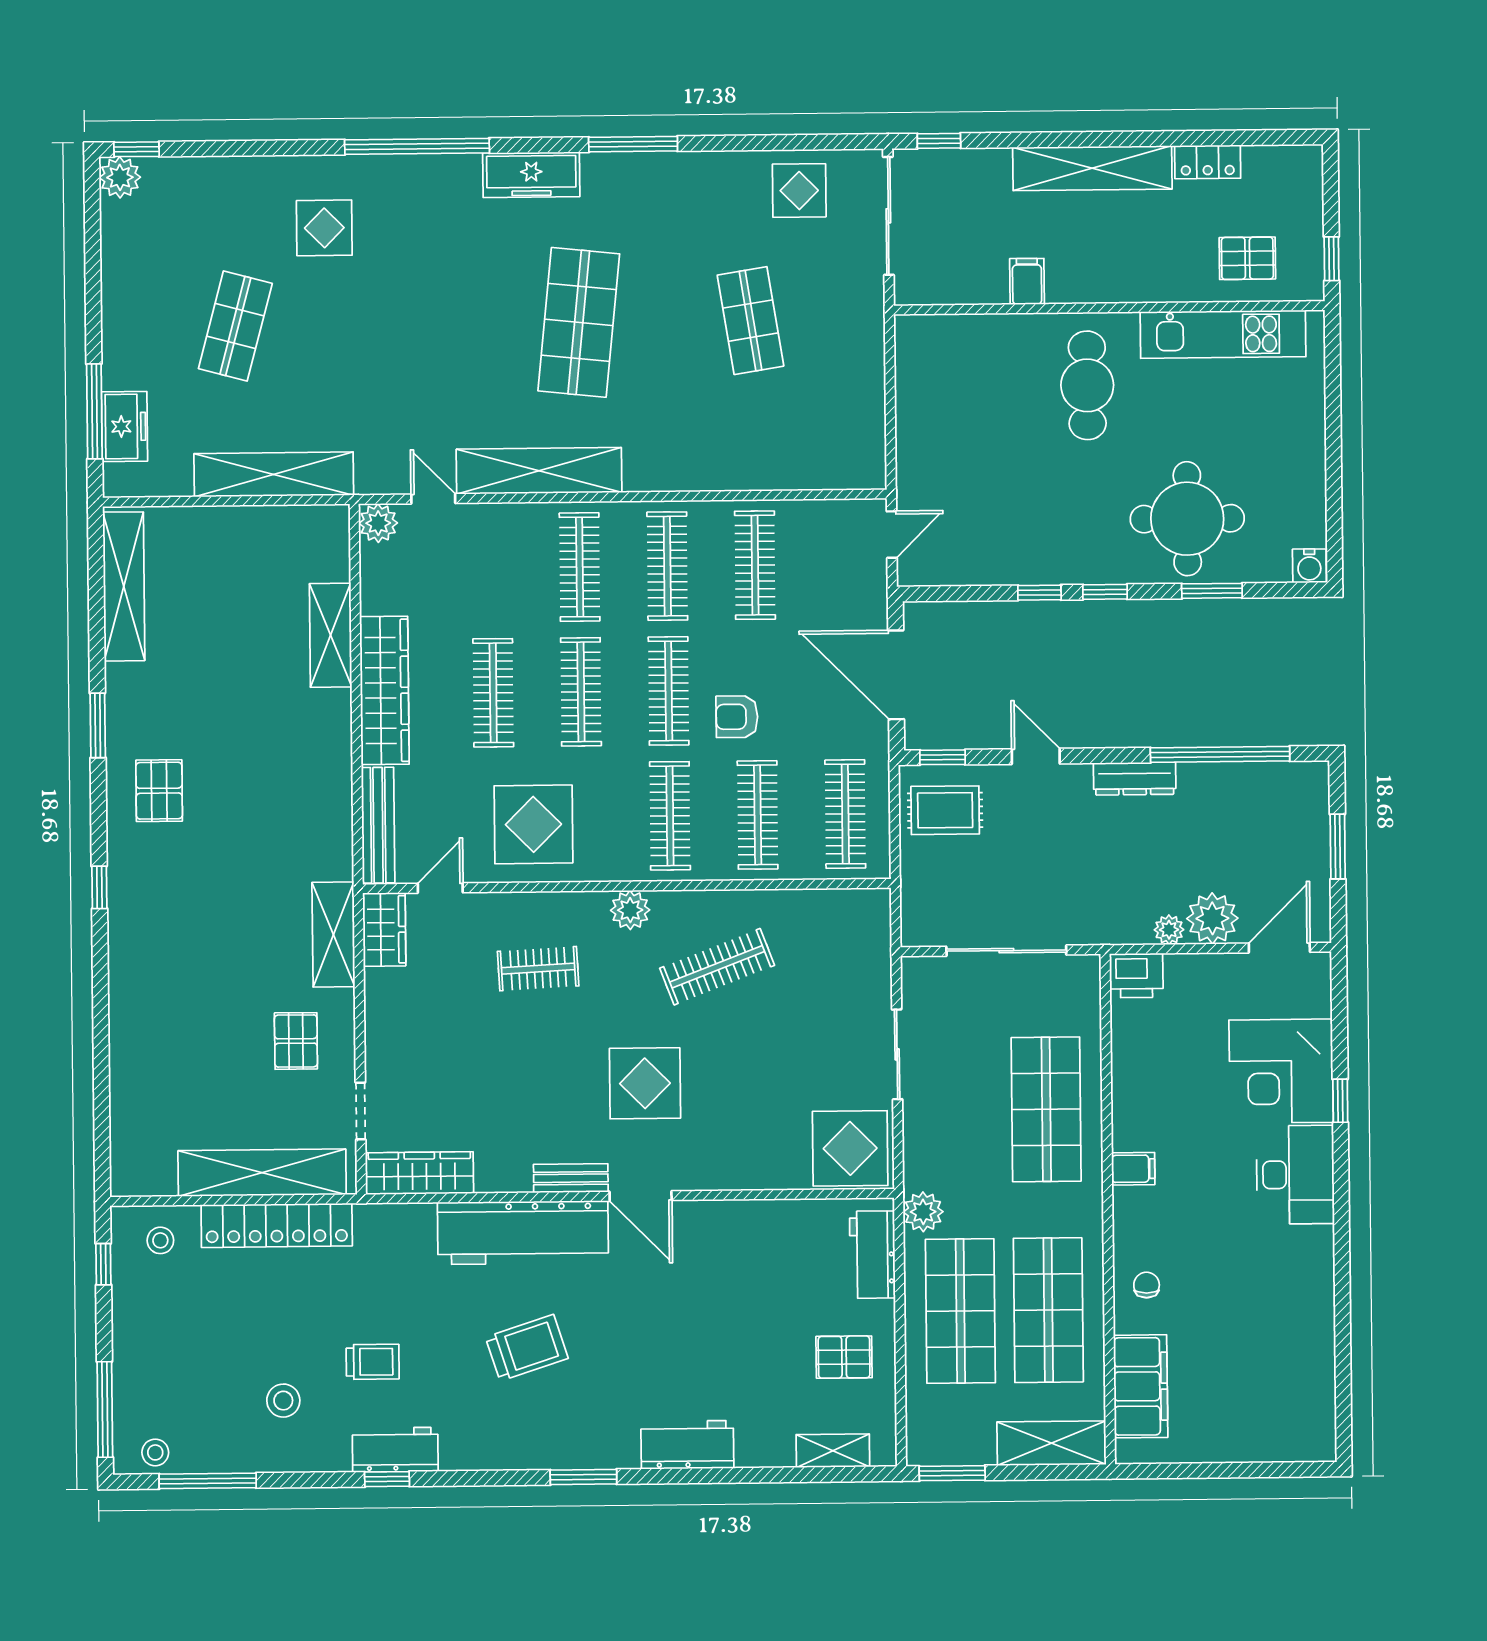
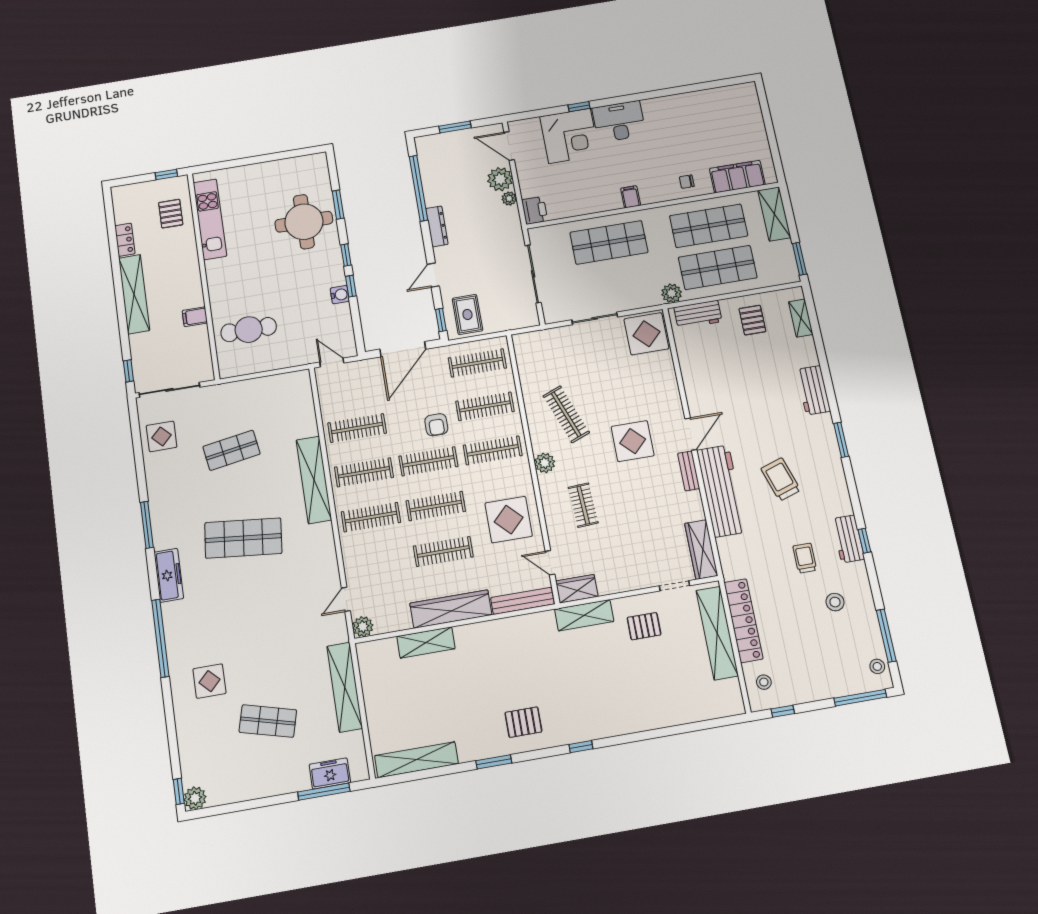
cafe table: (1087, 385) -> (249, 330), moved
shelving: (539, 471) -> (314, 480), moved
water cooler: (1309, 566) -> (340, 295), moved

